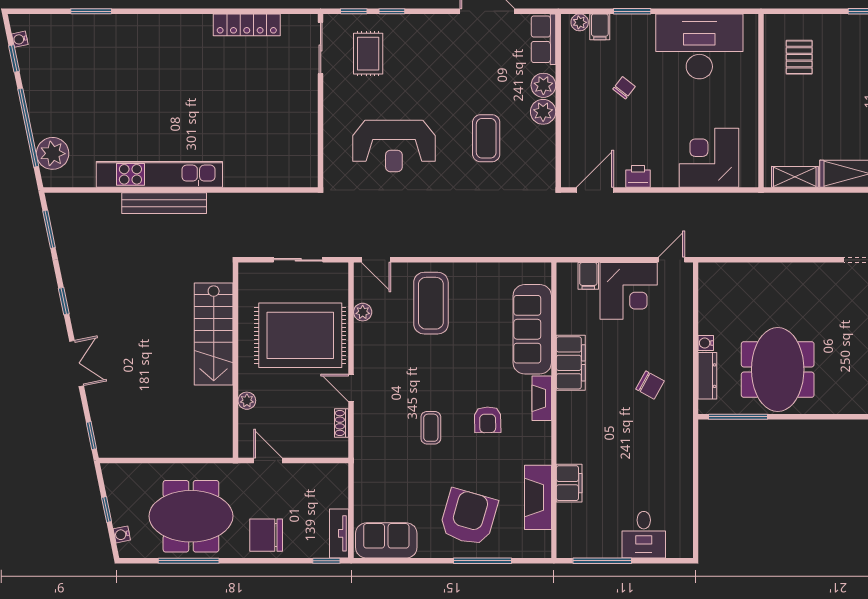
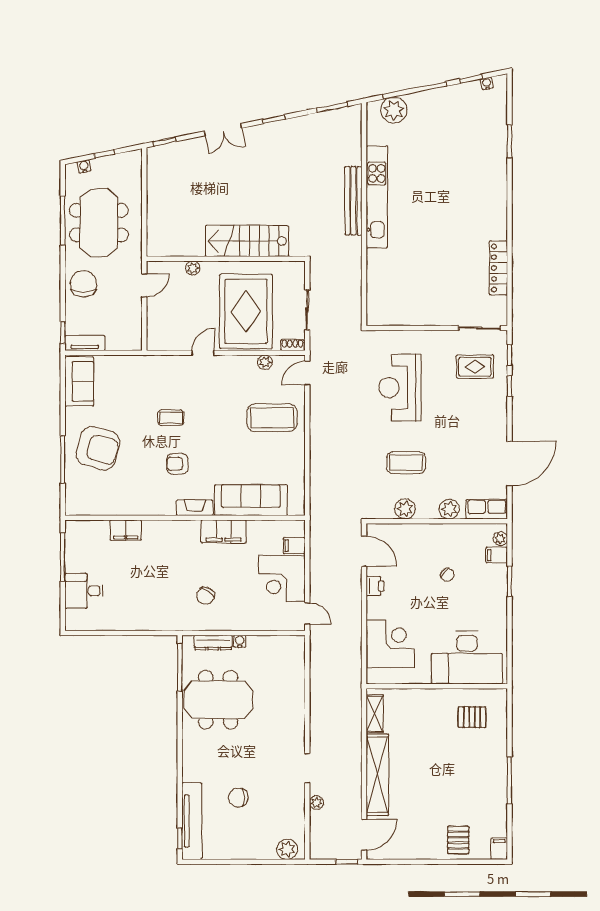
desk: (699, 46) -> (467, 658), moved, turned 90
plant: (543, 112) -> (405, 509), moved
shoe rack: (341, 423) -> (292, 345), moved
fireplace: (538, 497) -> (114, 505), removed

